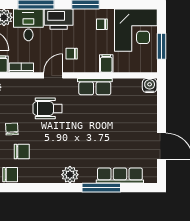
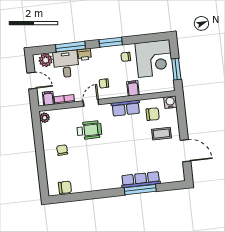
printer: (59, 19) -> (84, 54), width x0.53, depth x0.68
wheelchair: (48, 108) -> (89, 130), turned 180
coffee table: (135, 122) -> (161, 134), added
chair: (22, 152) -> (153, 114), moved
plant: (70, 175) -> (114, 182), removed
row of seats: (120, 176) -> (141, 180), moved

